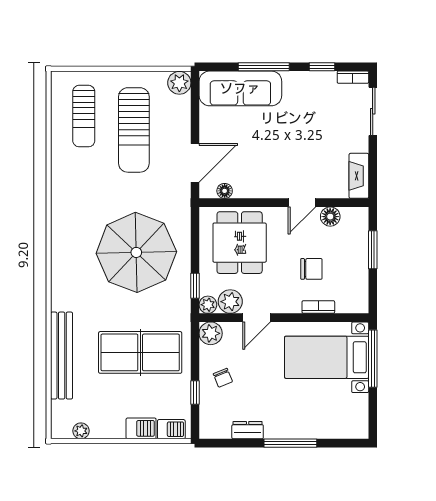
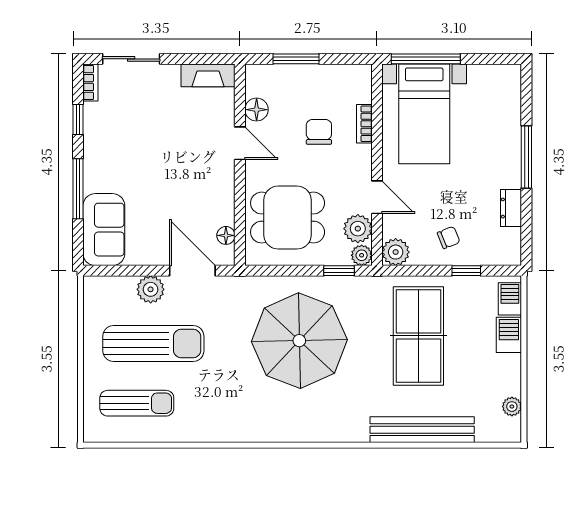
plant: (179, 83) -> (151, 289), moved
sofa: (240, 88) -> (104, 230), width x0.73

